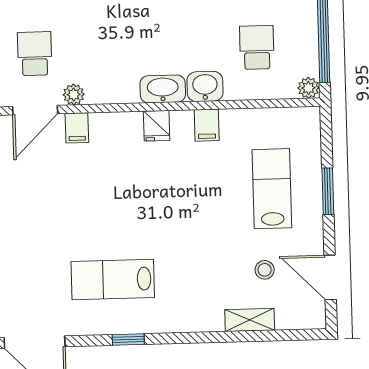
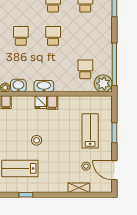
washbasin: (205, 87) -> (18, 86), moved
plant: (308, 88) -> (103, 83), width x1.87, depth x1.87
filing cabinet: (207, 125) -> (52, 102), moved
stool: (149, 214) -> (37, 140), added

